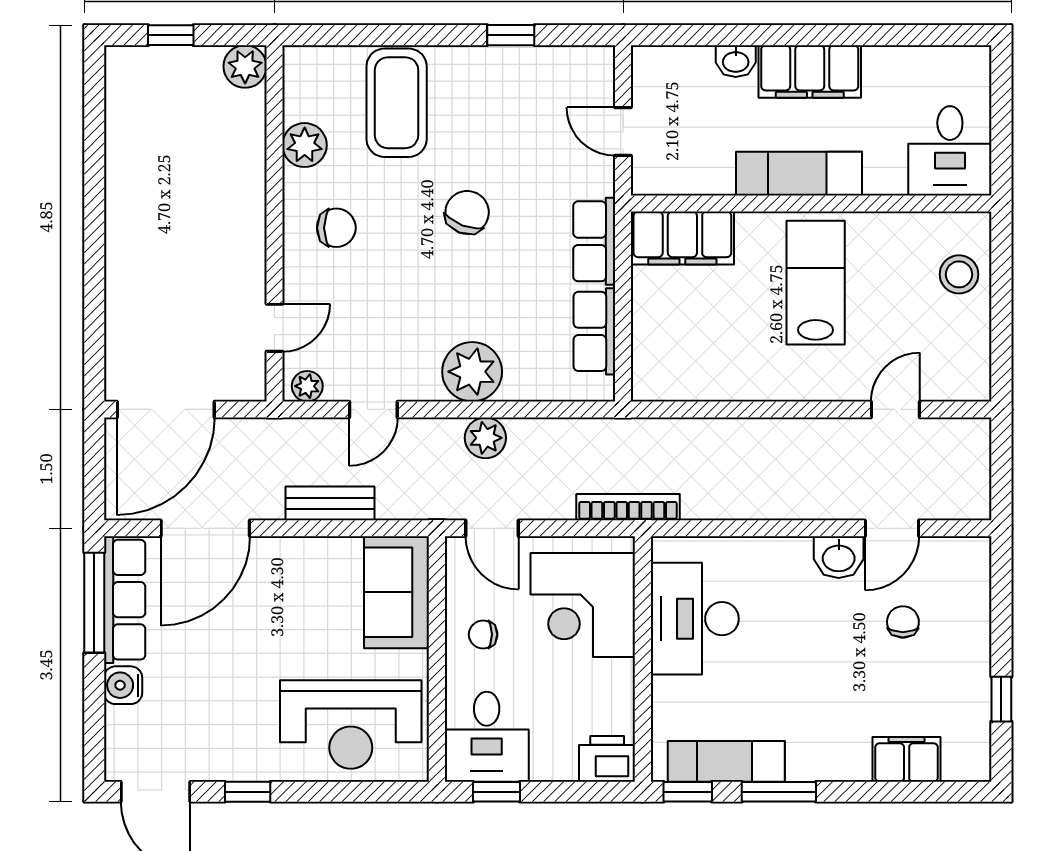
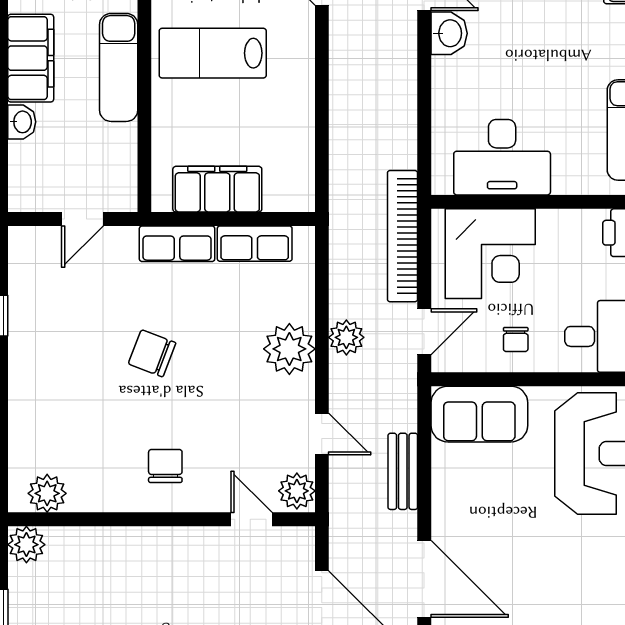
coffee table: (397, 103) -> (58, 414), removed
plant: (305, 145) -> (47, 493), moved
filing cabinet: (682, 238) -> (217, 189), moved, turned -90
plant: (307, 386) -> (297, 491), width x1.38, depth x1.38
bookcase: (628, 507) -> (402, 236), width x1.48, depth x1.31

